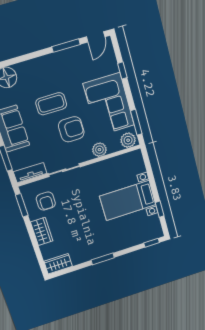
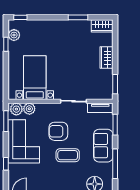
plant: (99, 150) -> (29, 109), moved
bed with nightstands: (128, 200) -> (35, 78), moved, turned -90
armchair: (46, 201) -> (95, 81), removed
plant: (153, 222) -> (14, 35), added
window: (103, 259) -> (78, 17), moved

